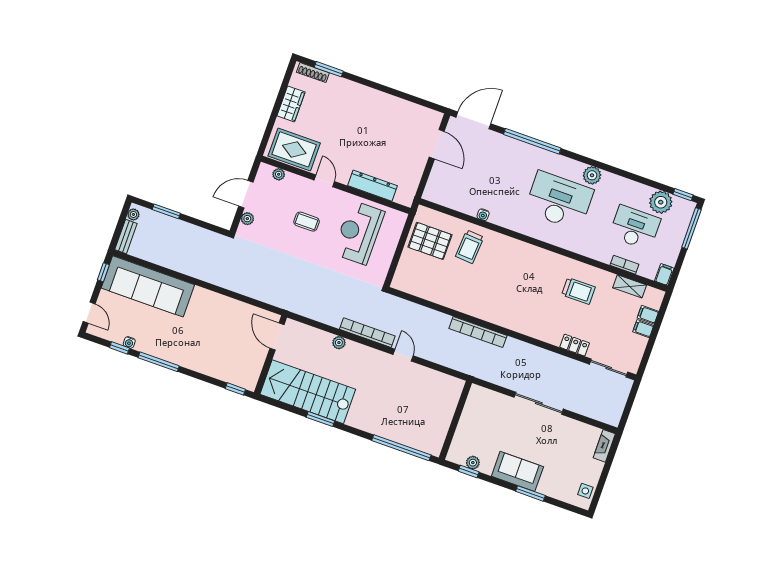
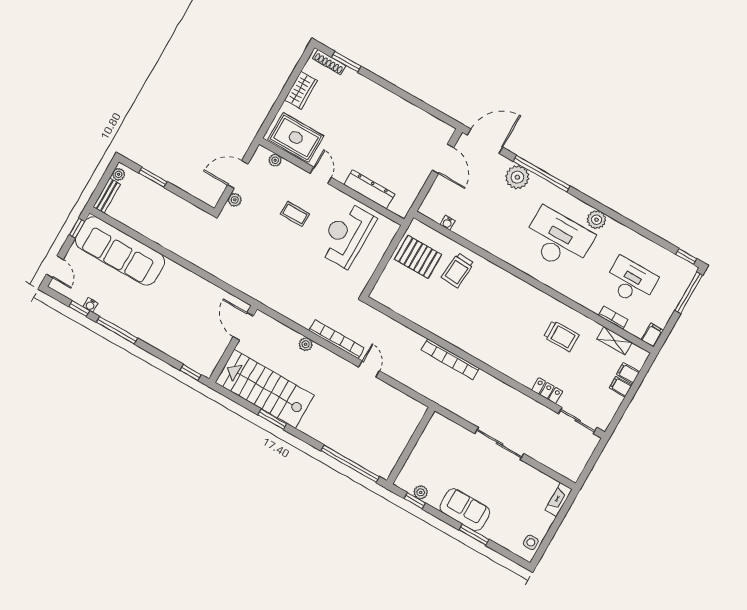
plant: (661, 202) -> (517, 177), moved
water cooler: (483, 215) -> (448, 223), moved

